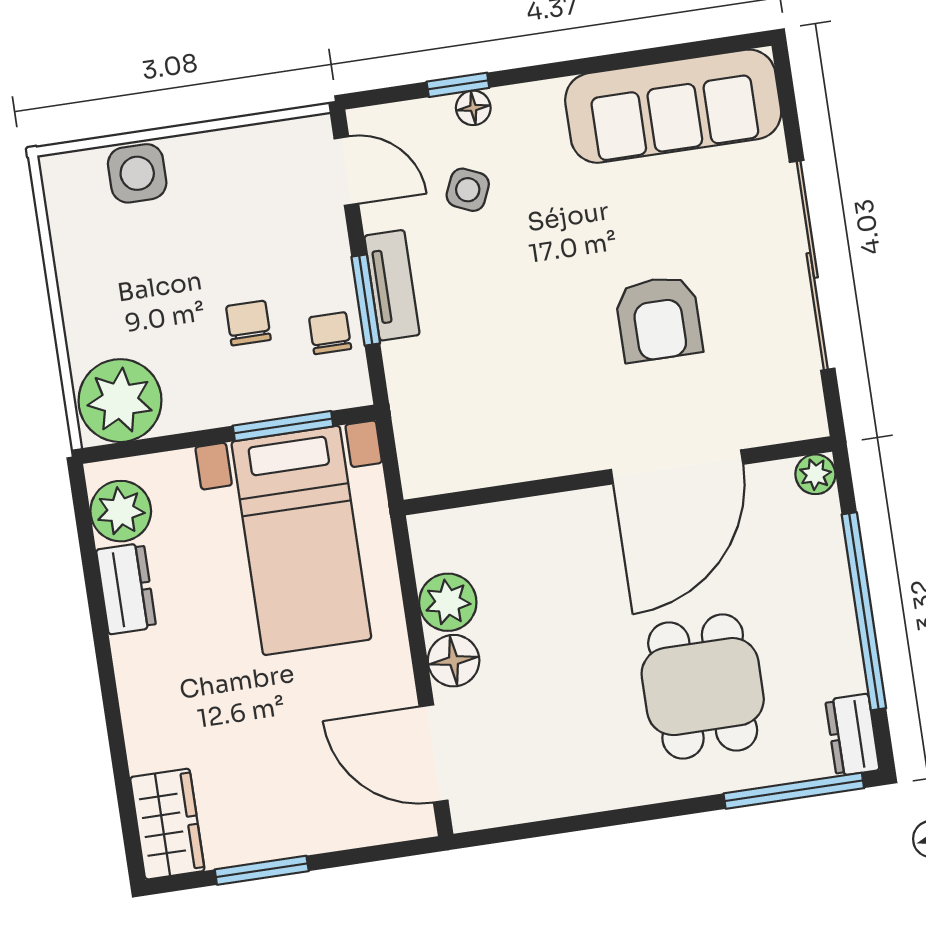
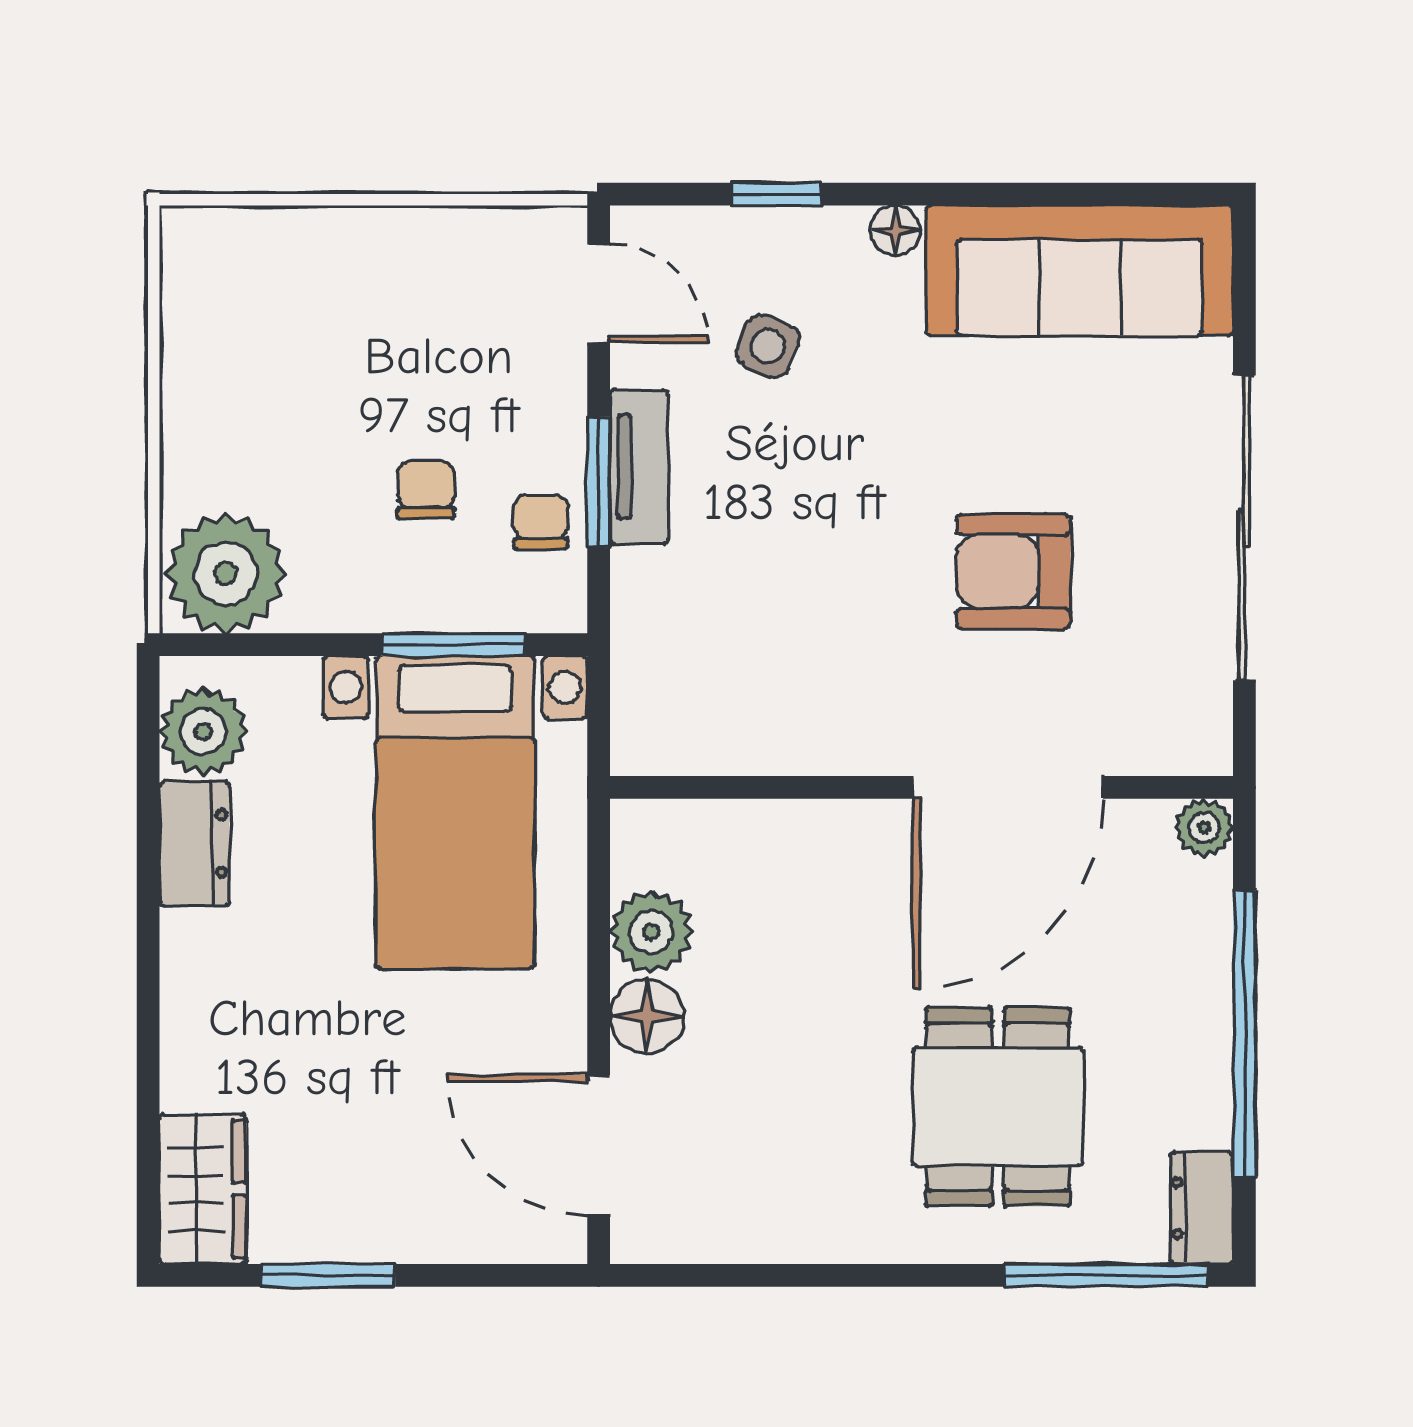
floor lamp: (473, 108) -> (895, 230), moved
side table: (137, 173) -> (299, 252), removed
armchair: (659, 319) -> (1013, 571), turned 90

